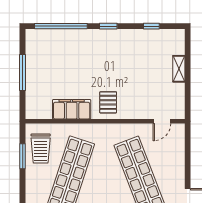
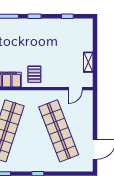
shelving: (179, 69) -> (88, 62), moved

